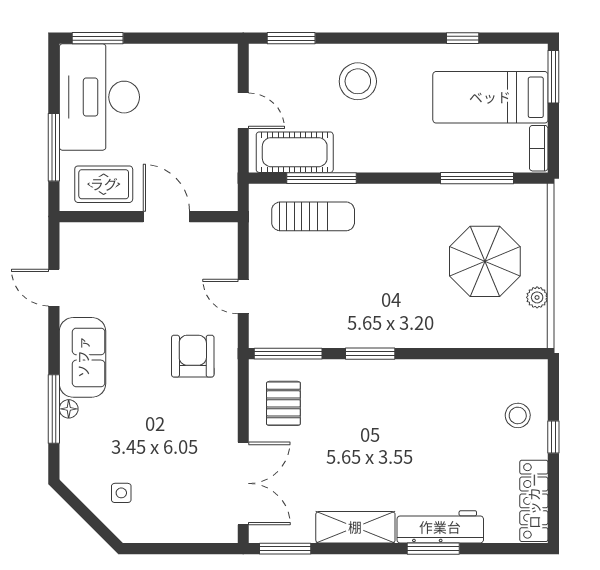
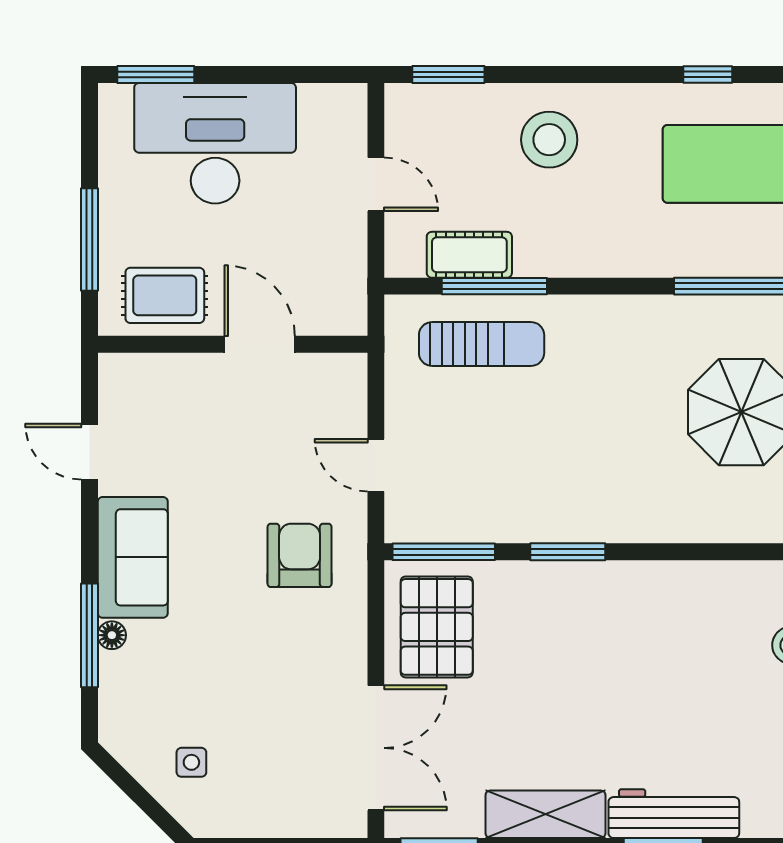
desk: (99, 97) -> (215, 143), moved, turned 90
cot: (295, 152) -> (469, 255), width x0.73, depth x0.75
pallet: (283, 403) -> (437, 627), width x1.50, depth x1.42

